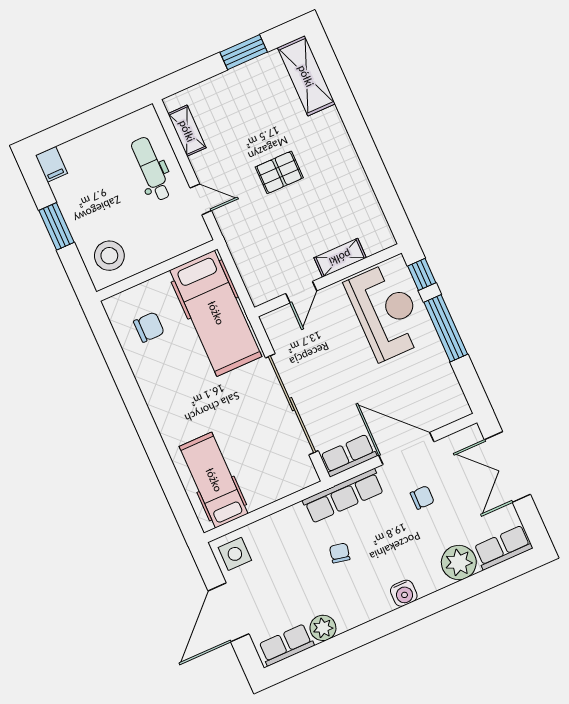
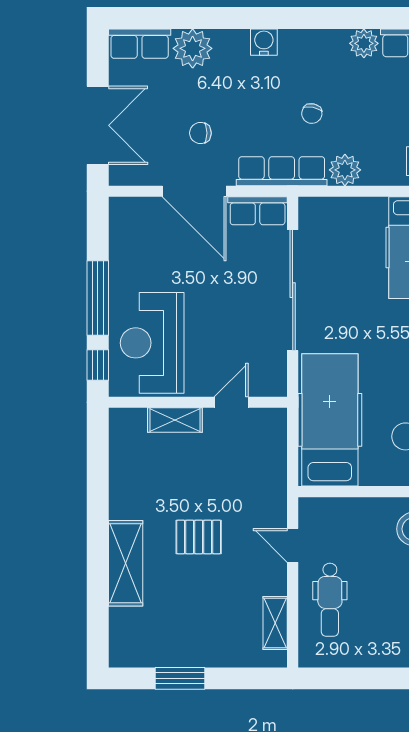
shelving: (306, 76) -> (126, 563), moved
plant: (293, 520) -> (345, 170), added

